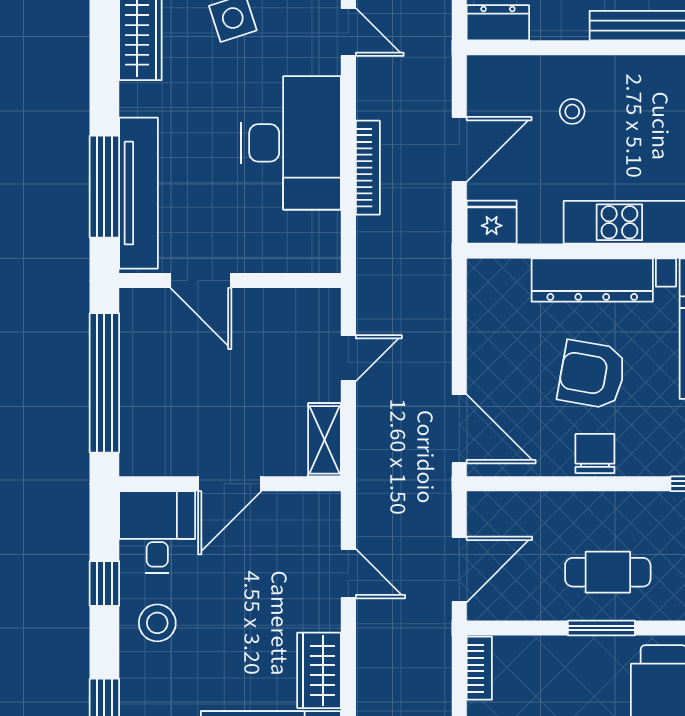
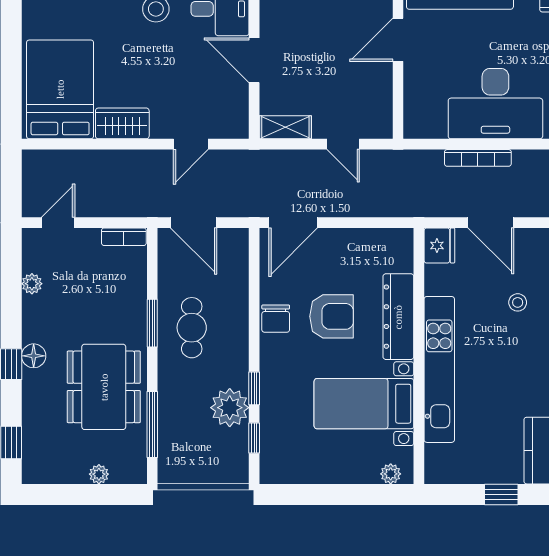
armchair: (592, 374) -> (332, 316), turned 80
chair: (595, 454) -> (276, 319), turned 90

